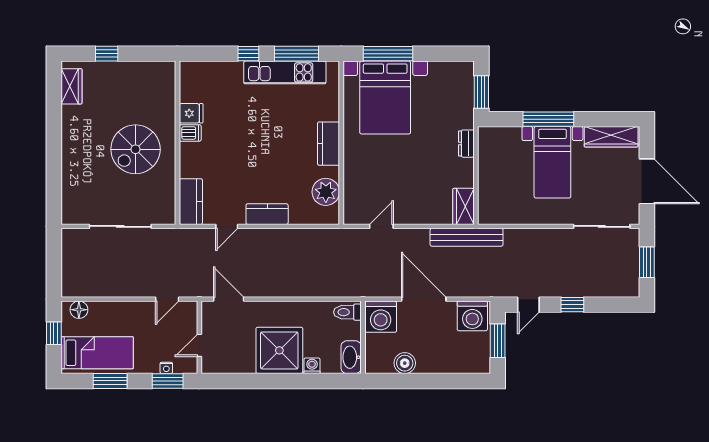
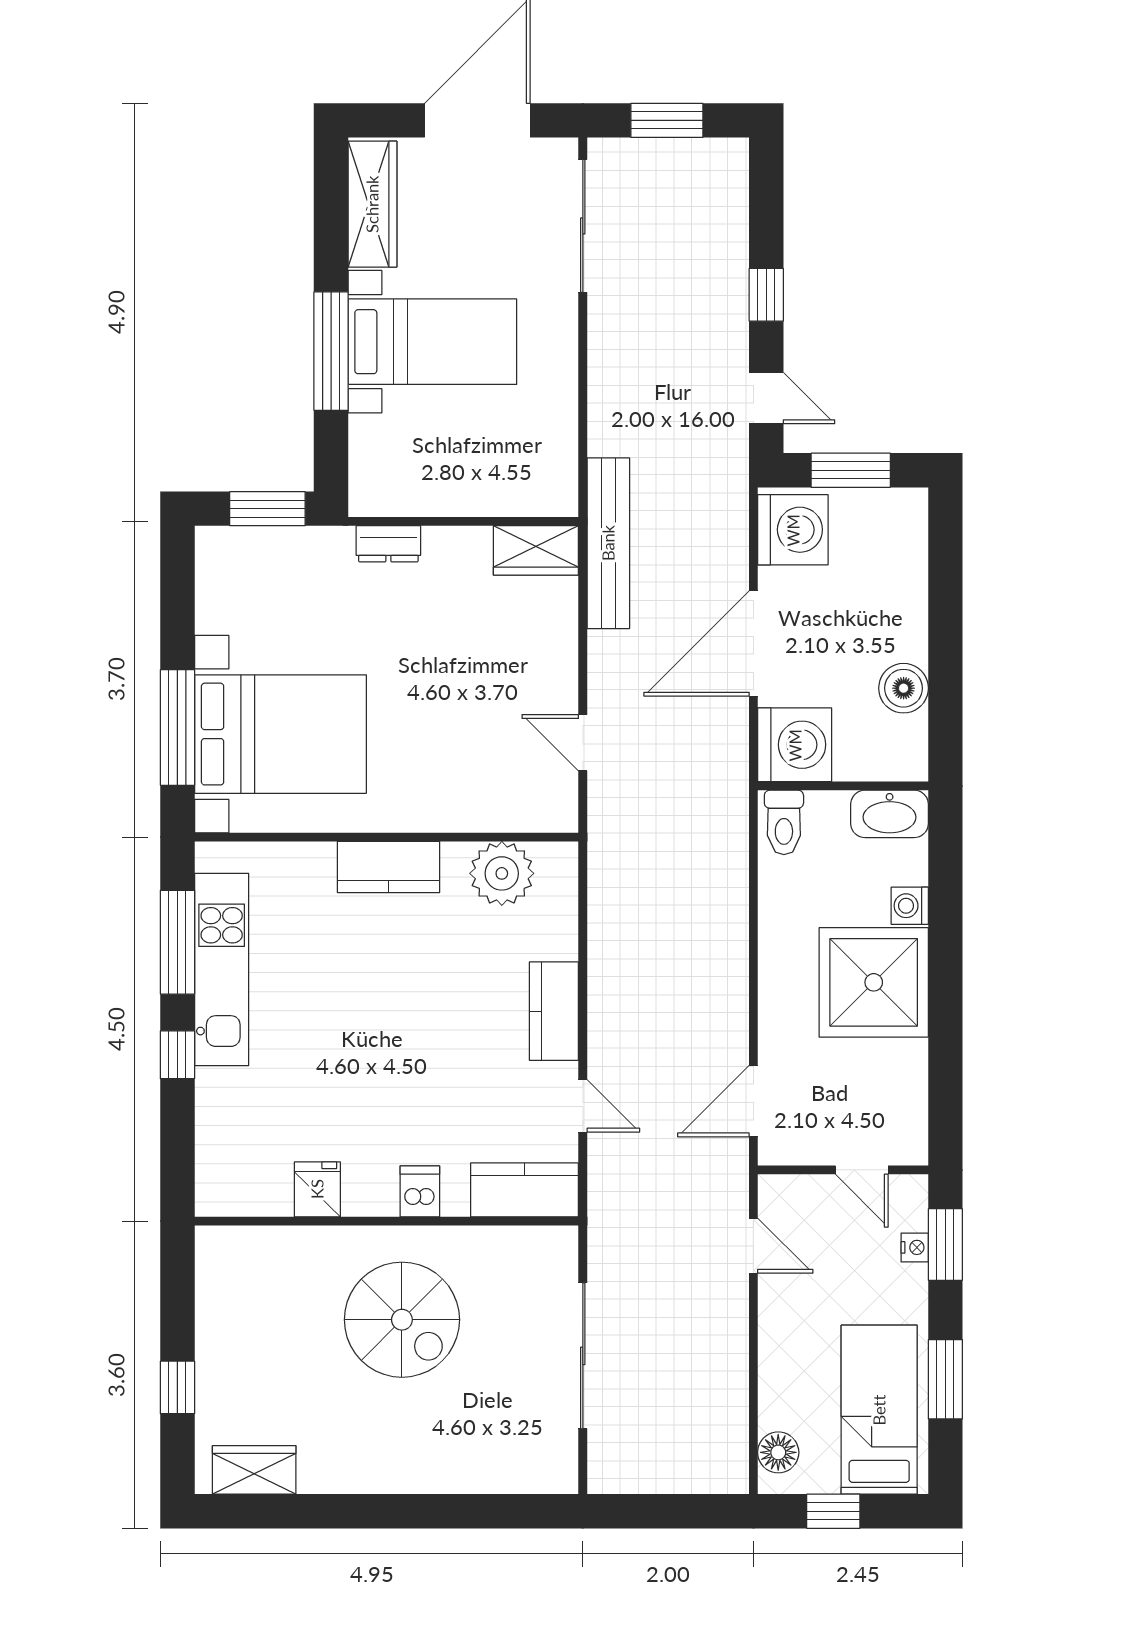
dishwasher: (190, 133) -> (420, 1191), moved

